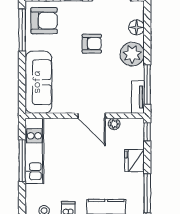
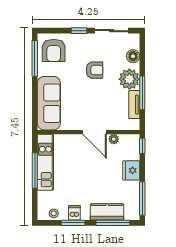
armchair: (44, 21) -> (54, 50), turned 90
window: (147, 84) -> (142, 93), moved
tv unit: (138, 97) -> (134, 105), moved

